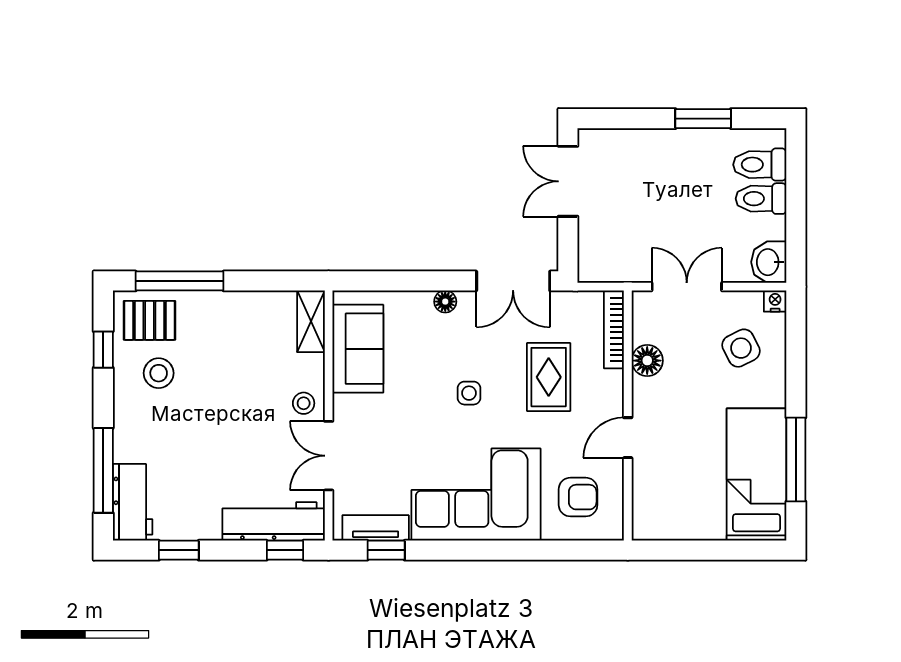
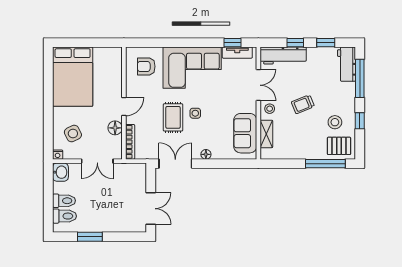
shelving: (311, 321) -> (266, 134), moved
window: (103, 350) -> (360, 121), moved
rug: (549, 377) -> (173, 117), moved
trolley: (230, 413) -> (303, 104), added
door: (628, 438) -> (124, 107), moved
window: (796, 460) -> (48, 83), removed
bed: (756, 474) -> (73, 77), width x1.50
window: (285, 550) -> (295, 43), moved

